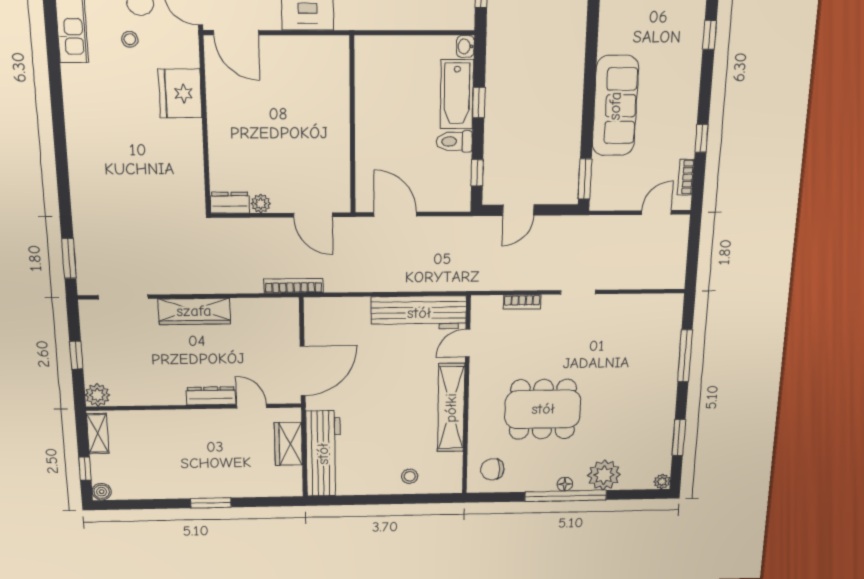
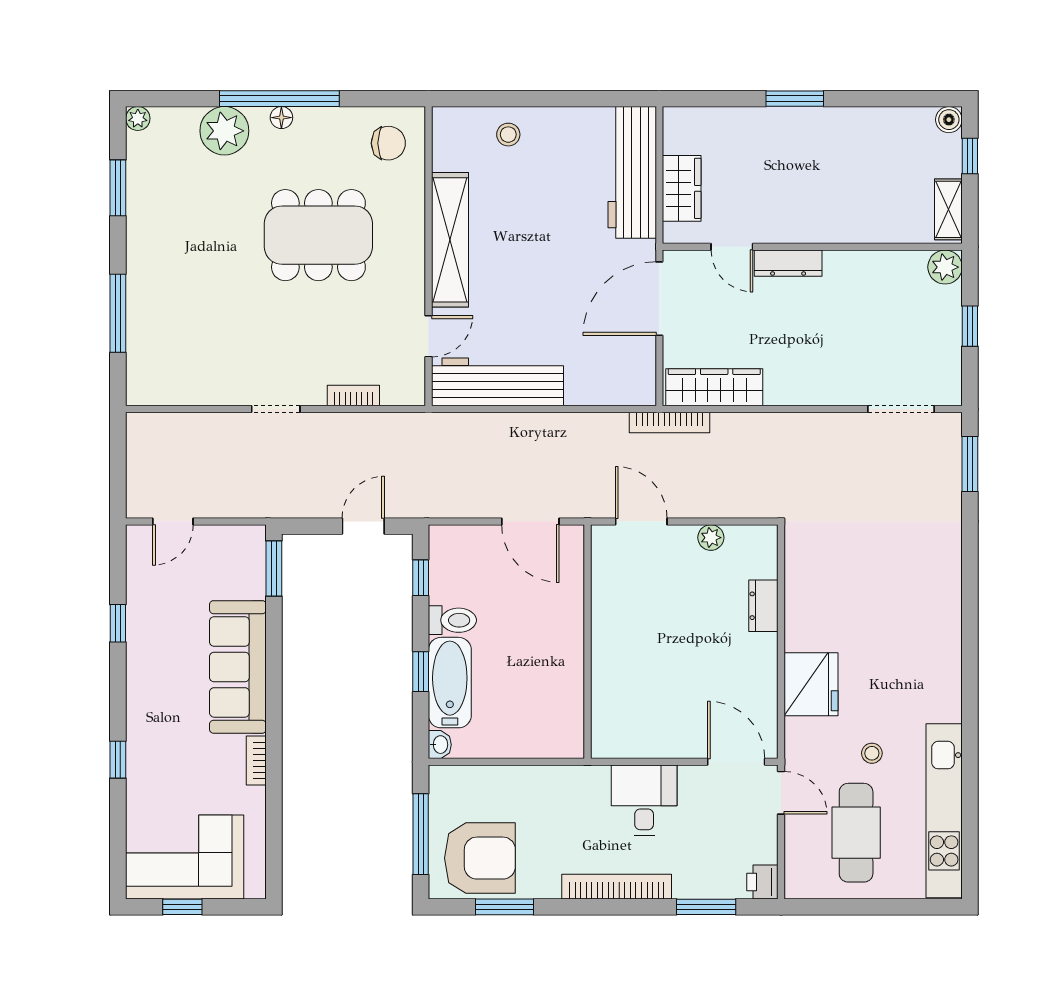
bookcase: (686, 177) -> (256, 761), moved, turned 180
dresser: (230, 203) -> (763, 606), moved, turned 90
wardrobe: (194, 311) -> (714, 387), moved

